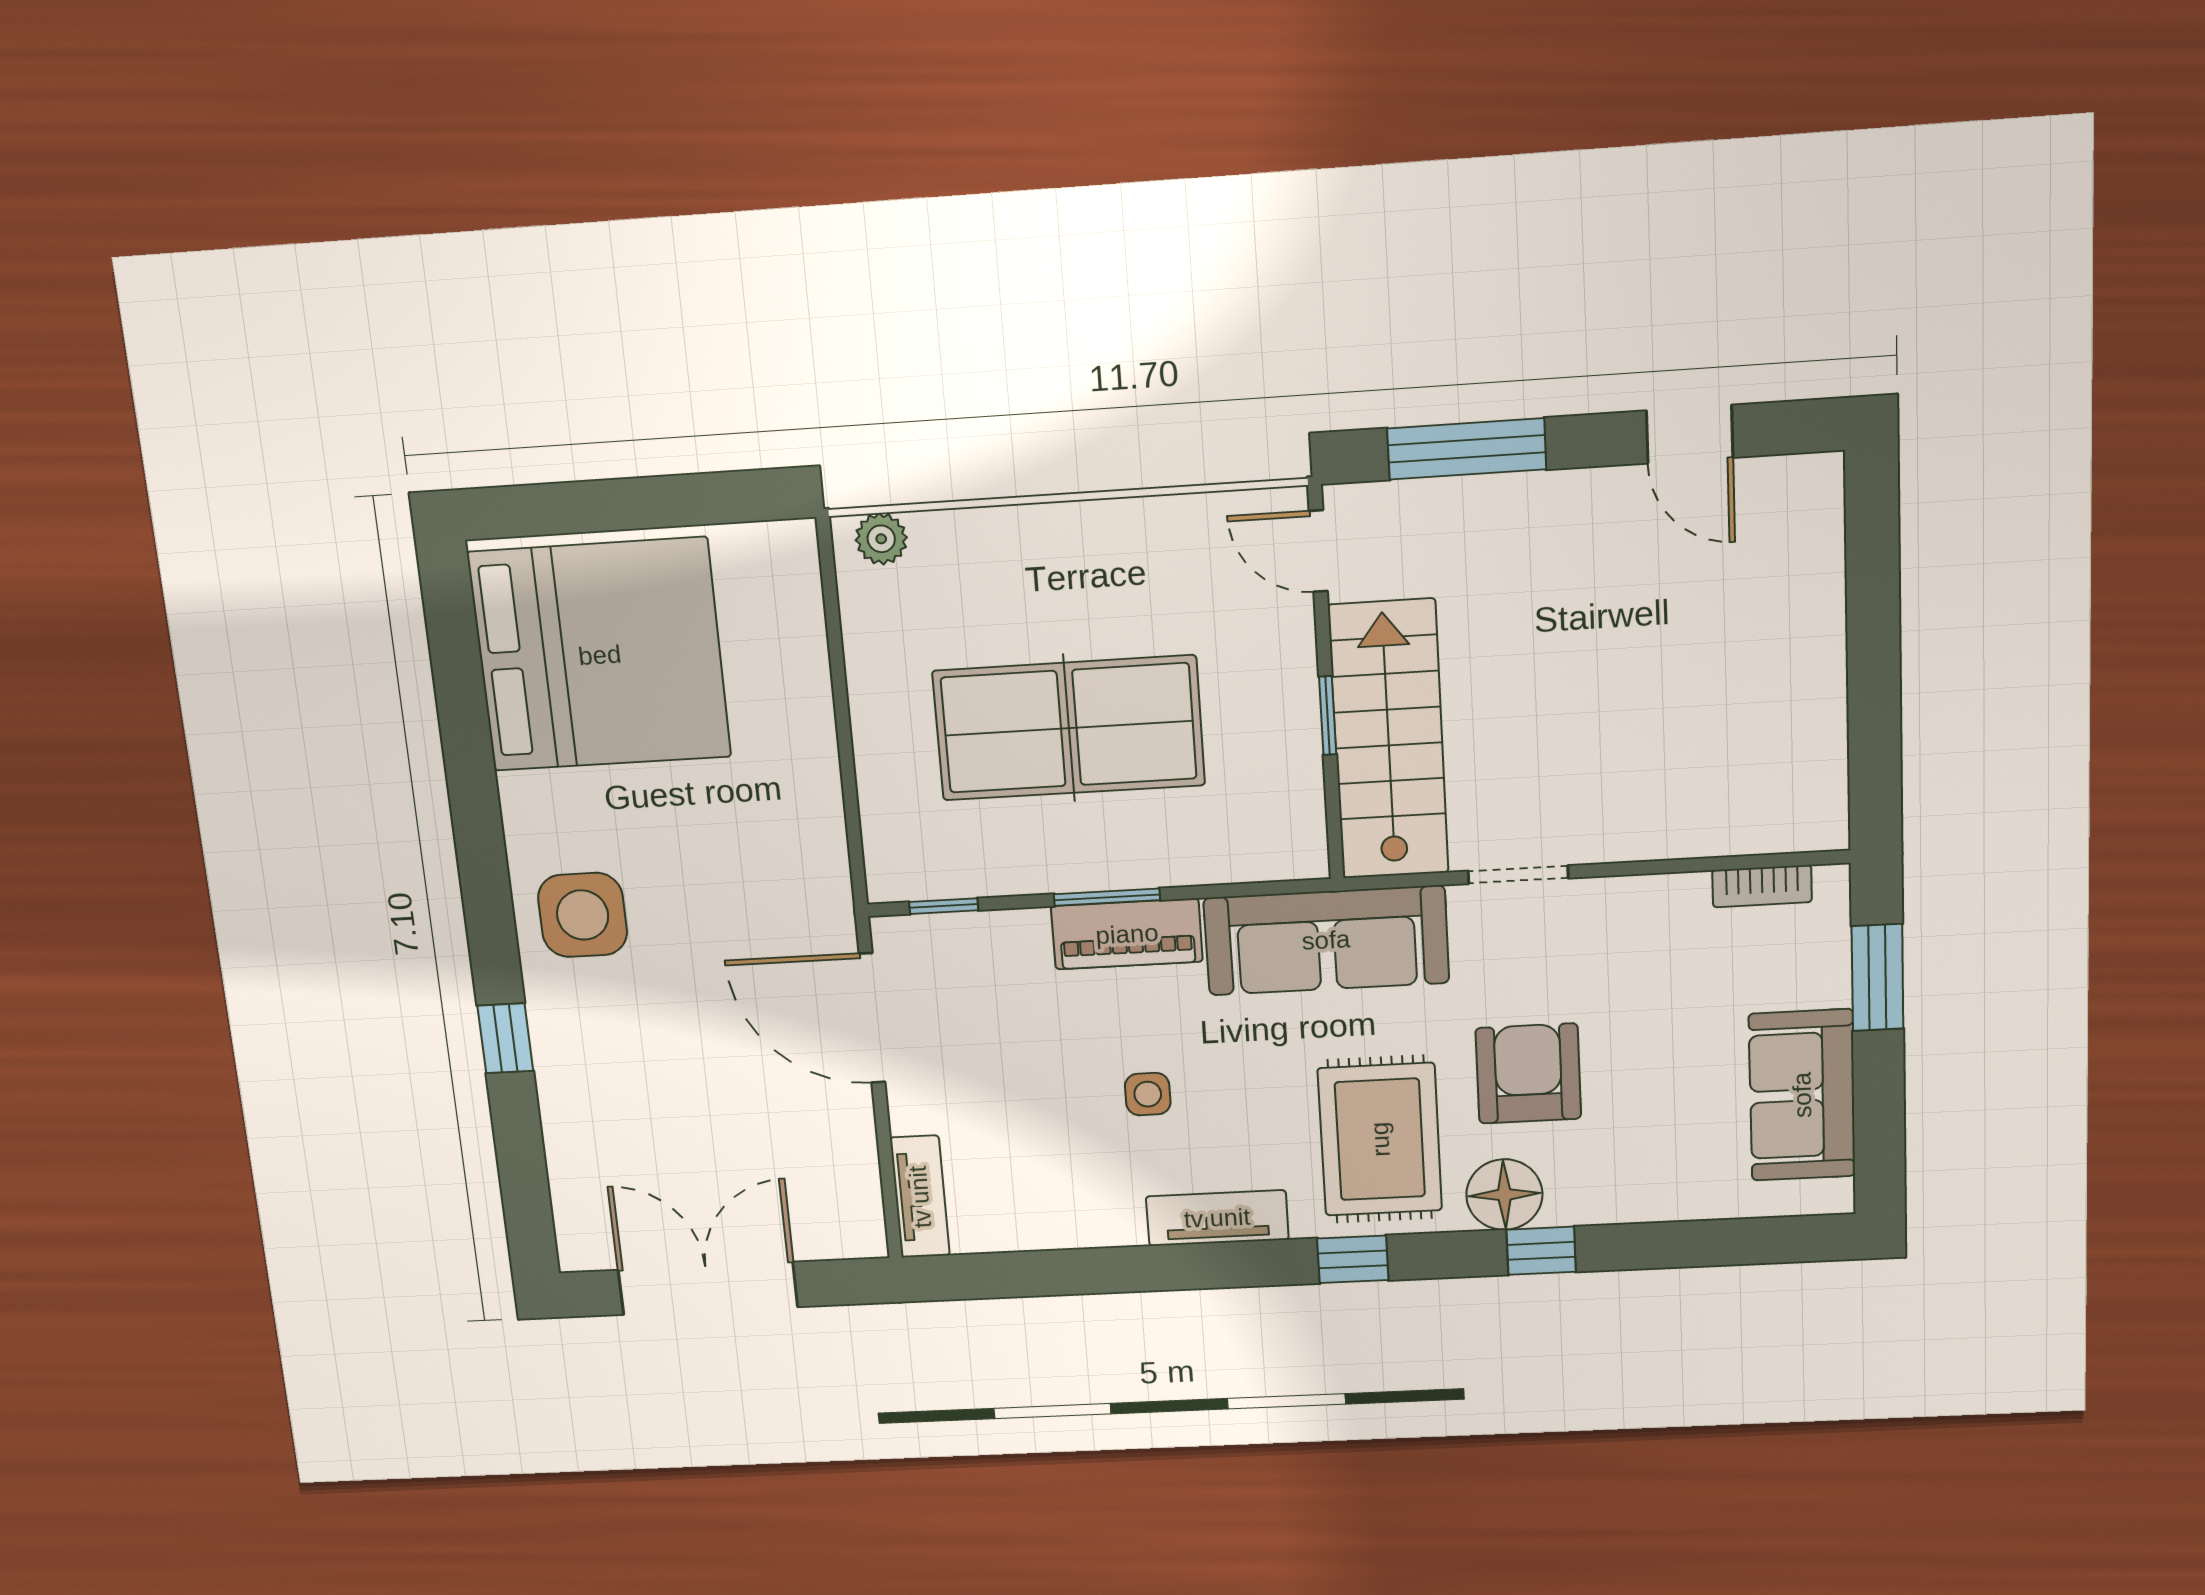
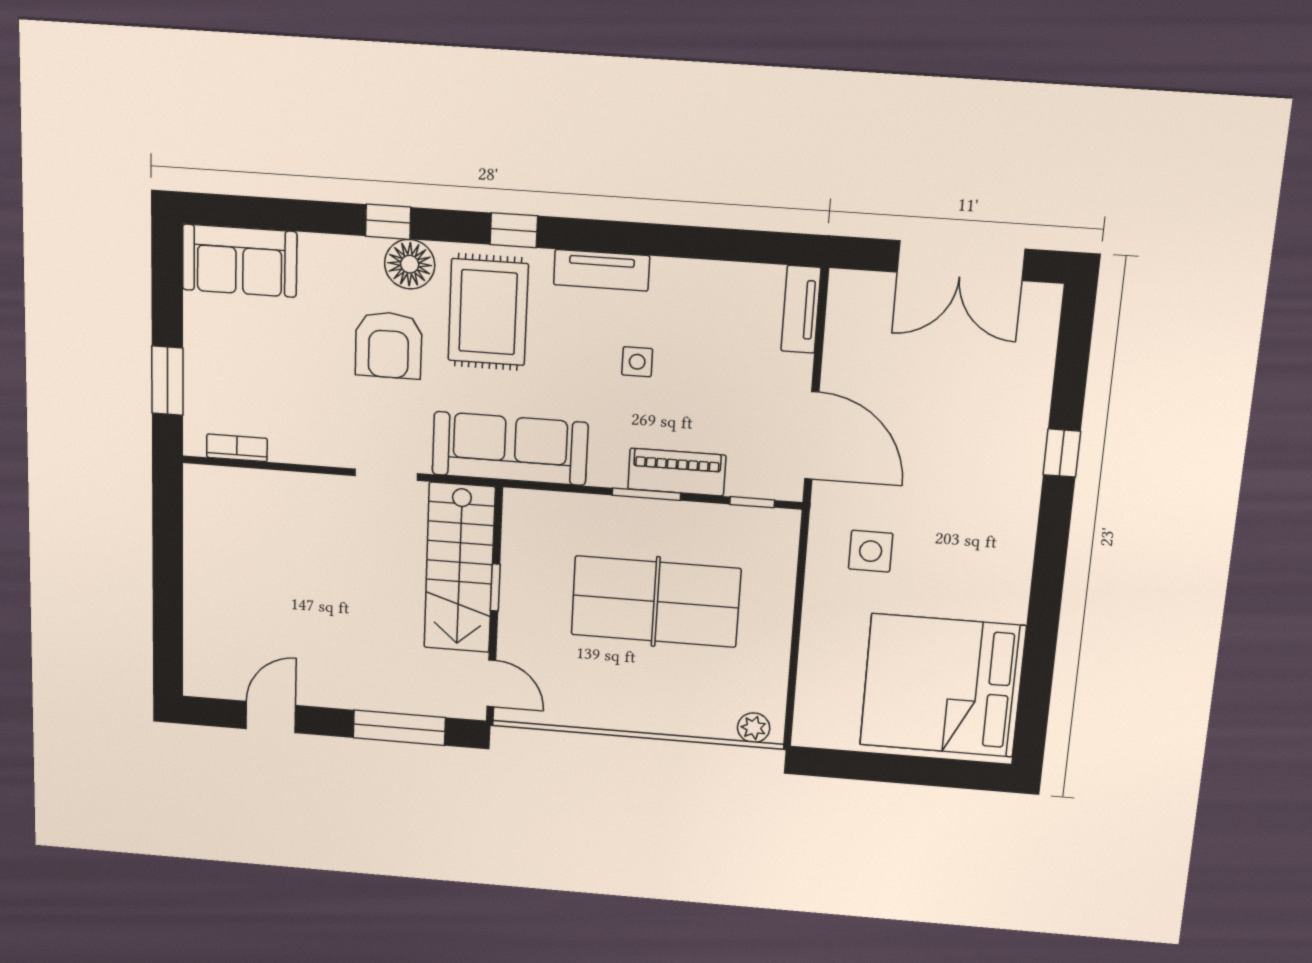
door: (1690, 434) -> (271, 717), hinge flipped
side table: (583, 915) -> (871, 551), moved, width x0.73, depth x0.73
piano: (1127, 934) -> (677, 472), moved
sofa: (1802, 1095) -> (240, 261), moved, turned 90

